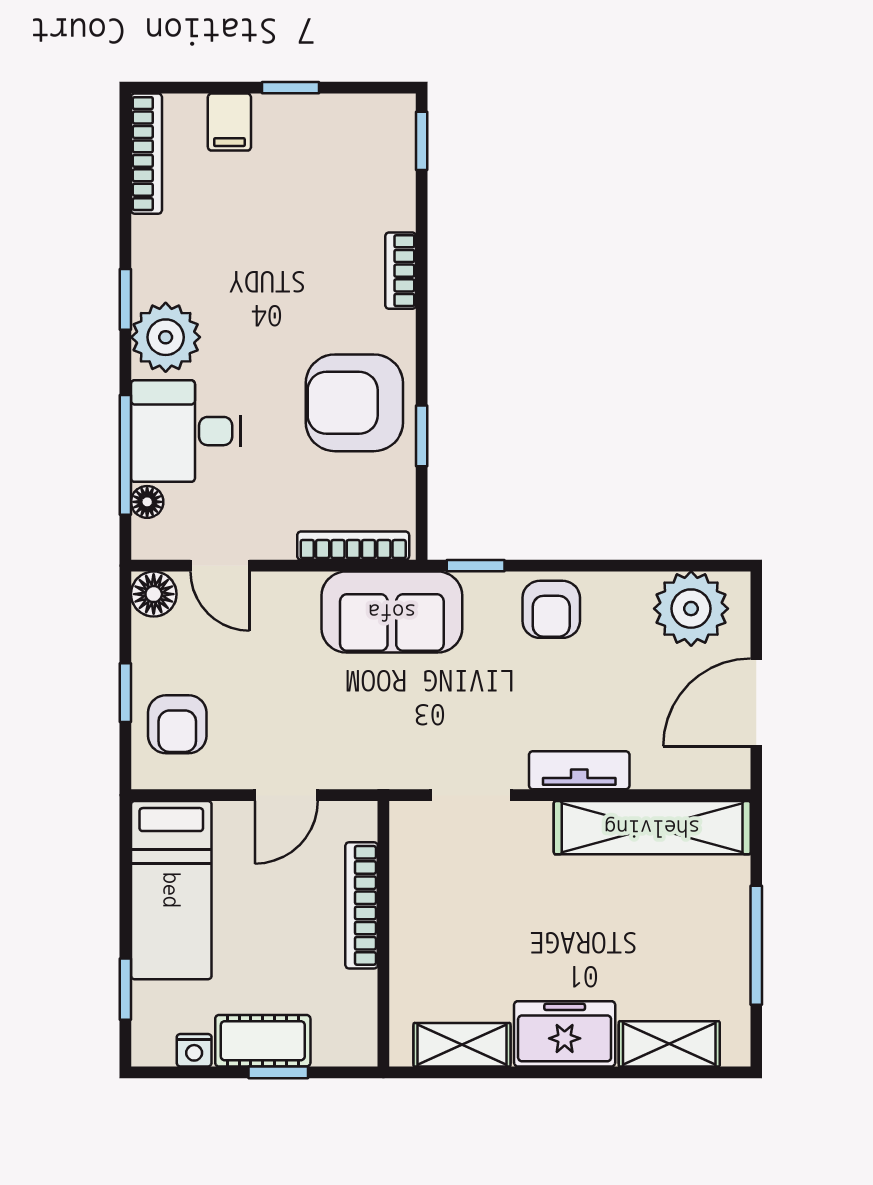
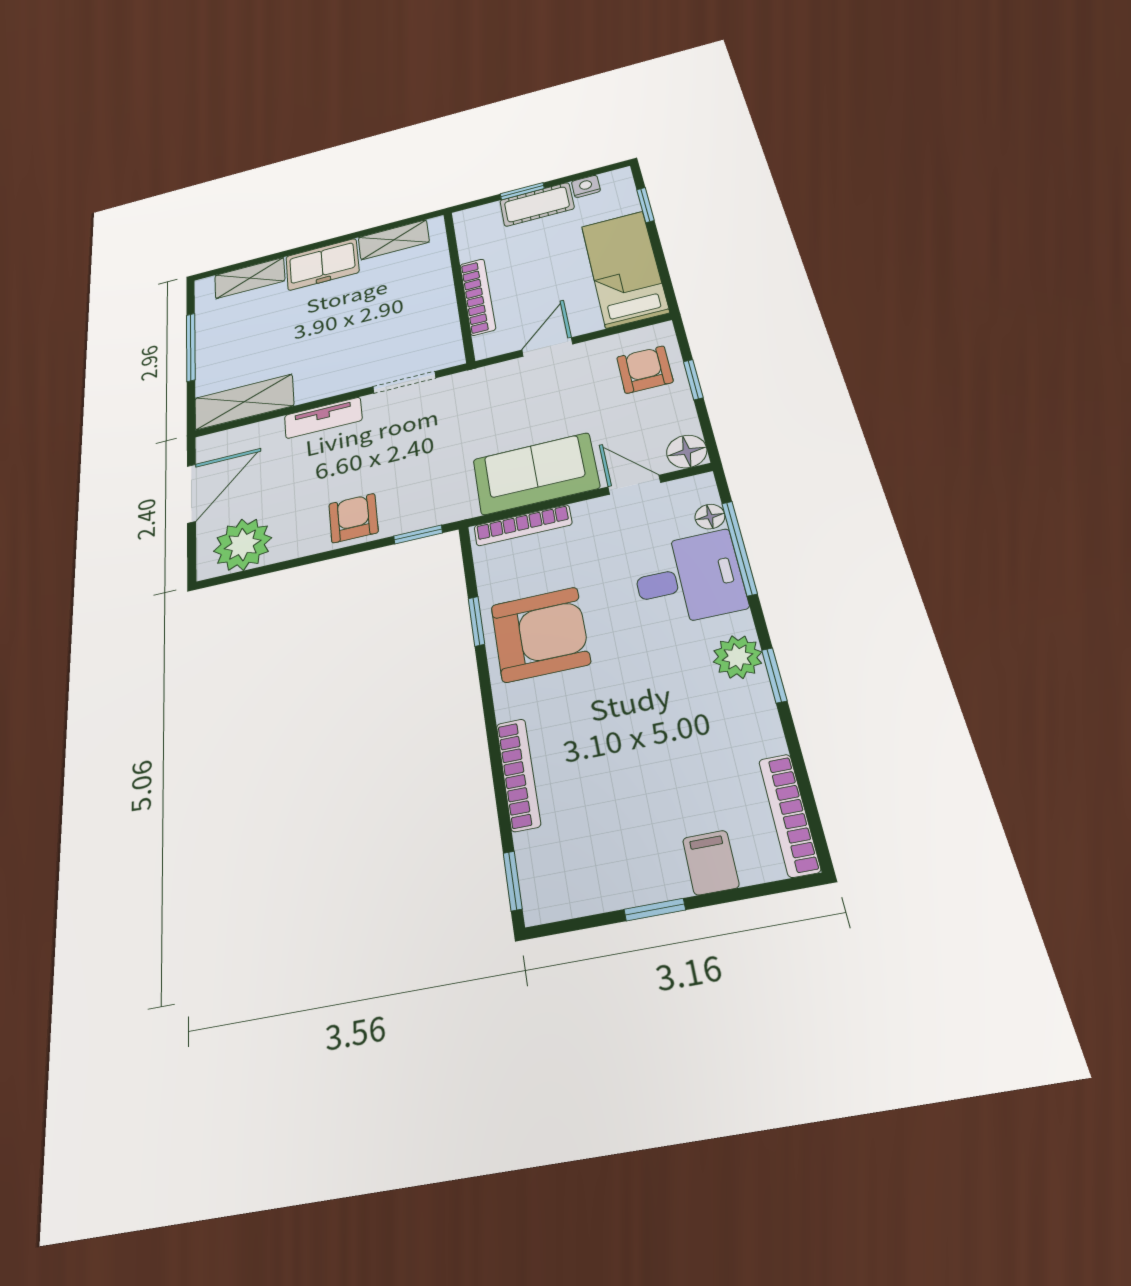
bookcase: (401, 271) -> (518, 774), width x1.56
plant: (166, 337) -> (738, 657), width x0.73, depth x0.73
sofa: (392, 612) -> (536, 474), moved
shelving: (652, 828) -> (244, 402), width x0.68

